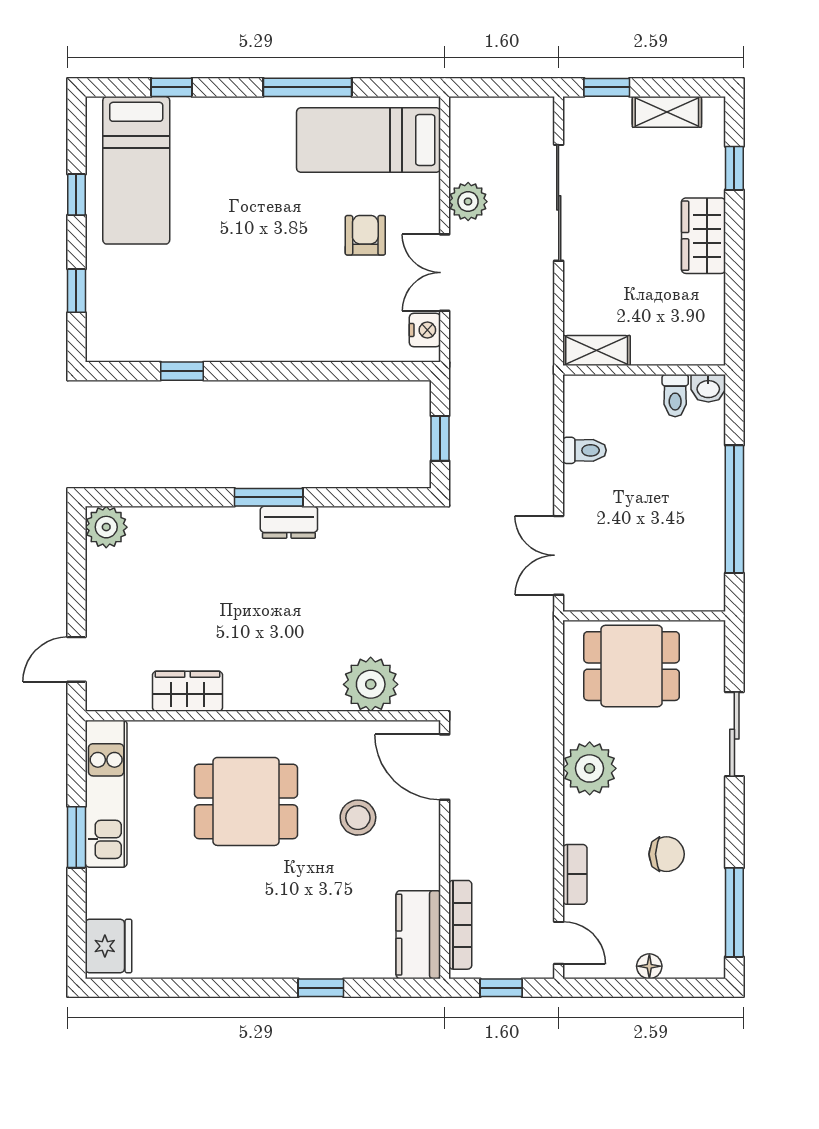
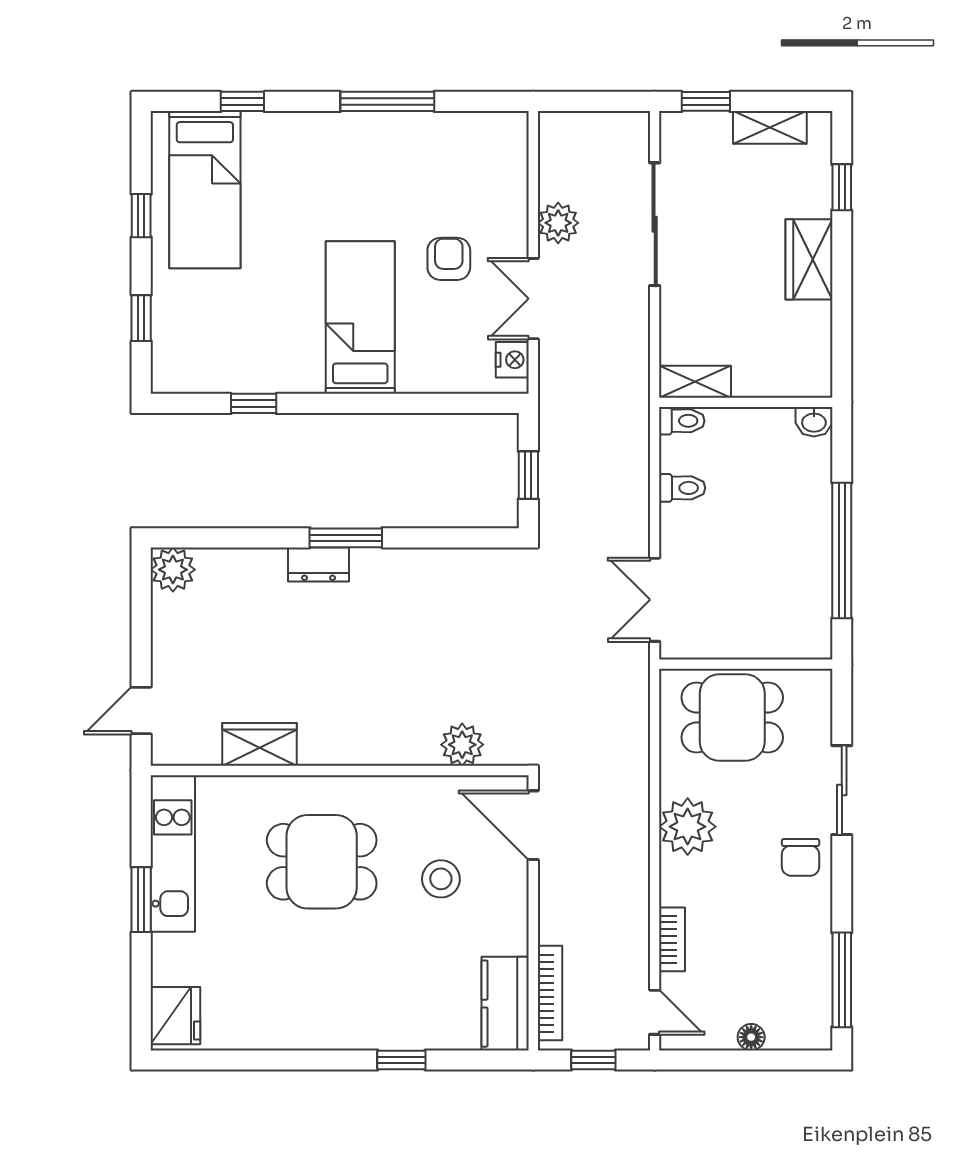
bed: (369, 140) -> (360, 318), moved, turned 90
toilet: (675, 396) -> (682, 421), moved, turned -90
dresser: (289, 522) -> (319, 564), moved
plant: (371, 684) -> (462, 745), width x0.73, depth x0.73
chair: (667, 854) -> (801, 857), moved, turned 90

